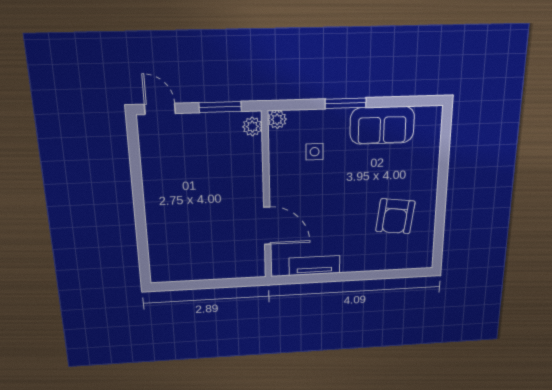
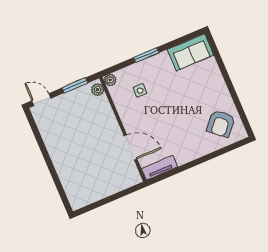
sofa: (382, 125) -> (190, 52), moved
armchair: (395, 216) -> (221, 124), moved, turned 34
tv unit: (314, 266) -> (160, 168), moved

